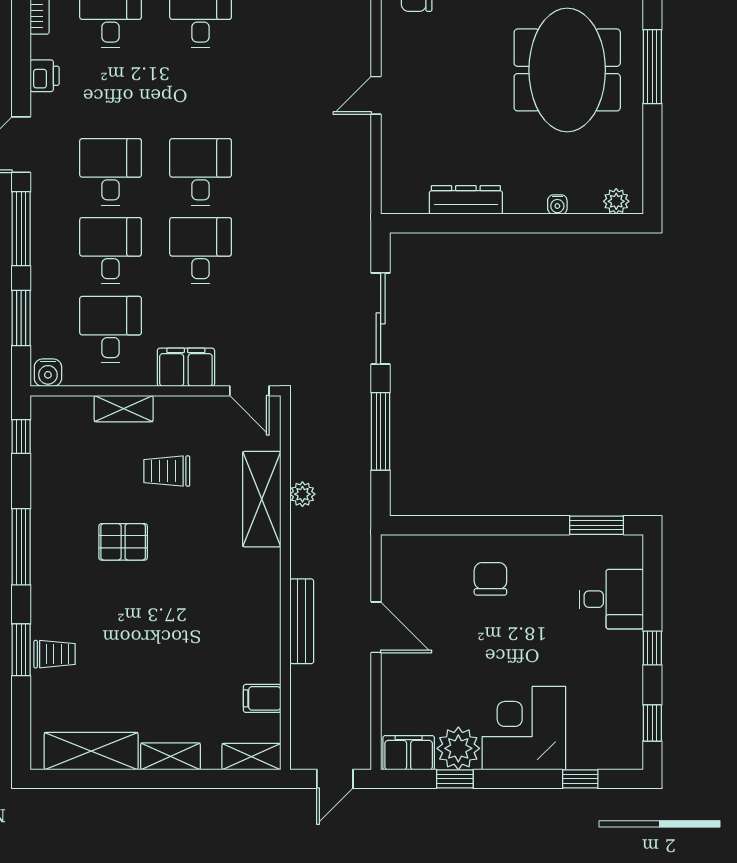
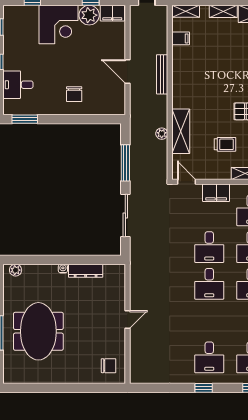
water cooler: (557, 204) -> (63, 269), moved

